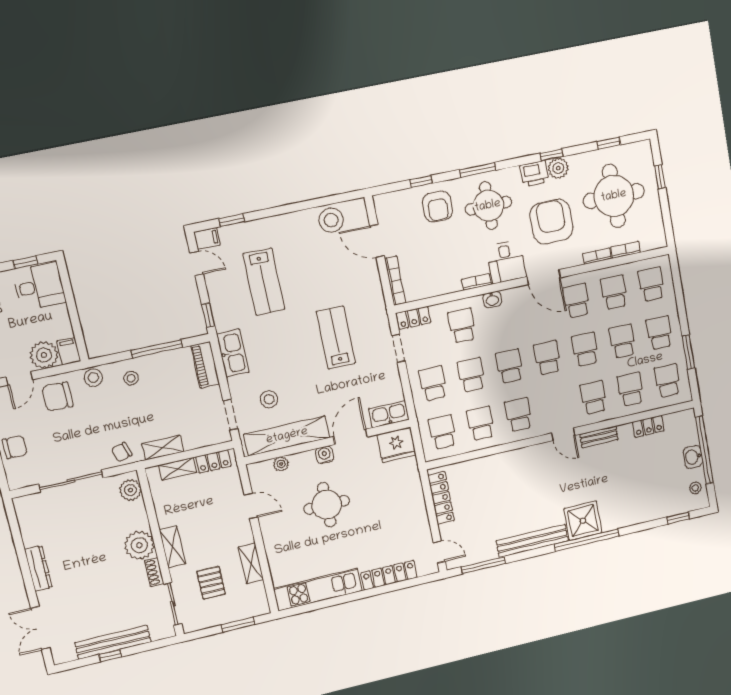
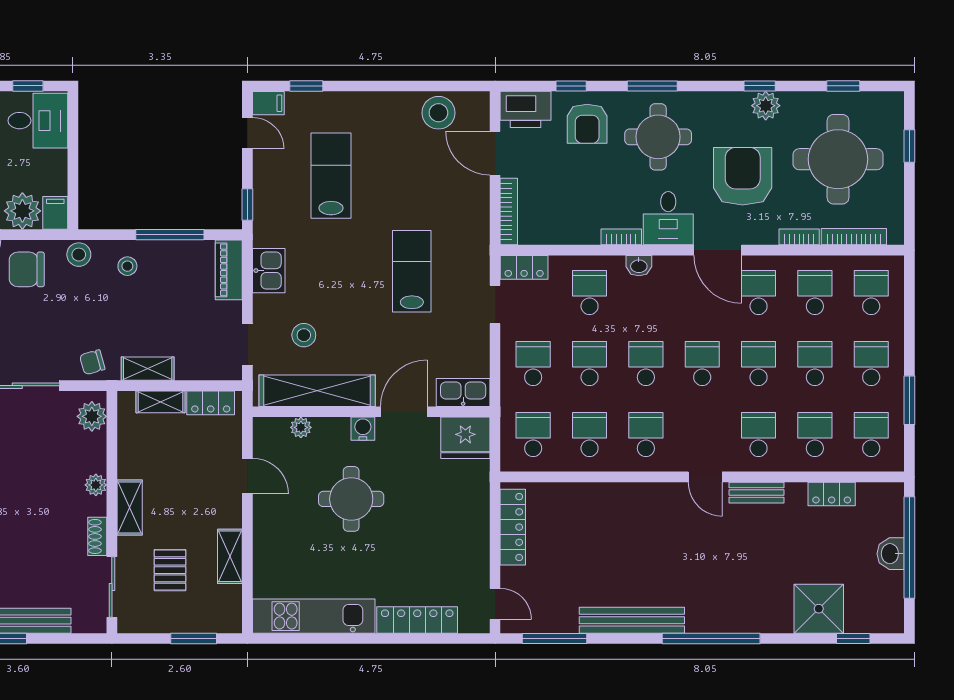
printer: (534, 174) -> (526, 109), moved, width x1.37, depth x1.19
bookcase: (626, 250) -> (854, 237), width x1.56
lab bench: (264, 282) -> (331, 176), turned 180
kitchen sink: (233, 353) -> (269, 271), width x0.73
stool: (695, 488) -> (887, 600), removed
shower: (583, 521) -> (819, 609), moved
plant: (139, 545) -> (96, 485), width x0.53, depth x0.53

